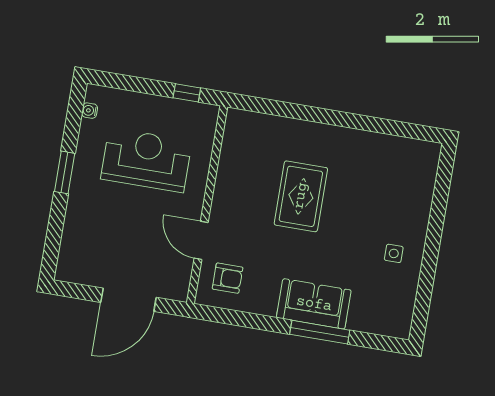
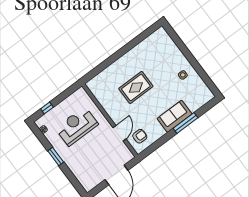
window: (187, 93) -> (47, 108), moved
rug: (301, 196) -> (136, 87), turned 90
door: (201, 240) -> (119, 133), swing flipped

